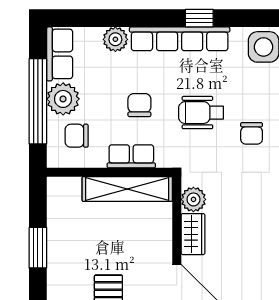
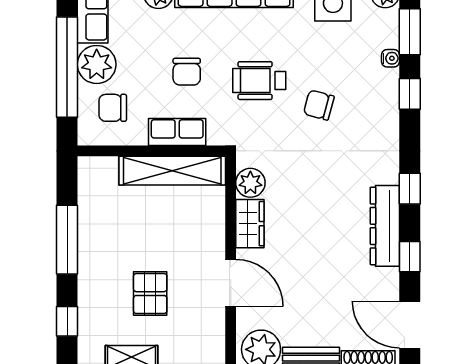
chair: (139, 105) -> (187, 72), turned 180
chair: (252, 133) -> (319, 105), turned 105
window: (38, 248) -> (67, 240), width x1.44

